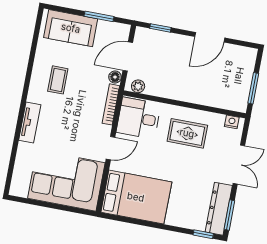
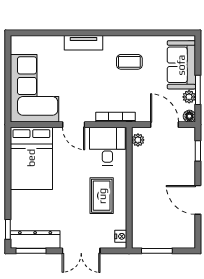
plant: (104, 27) -> (189, 97), added
floor lamp: (115, 77) -> (189, 116), moved

